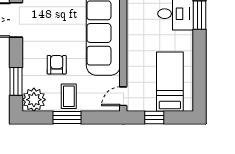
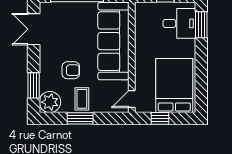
armchair: (57, 65) -> (71, 70), turned 90
bed: (170, 82) -> (174, 86), width x1.50

